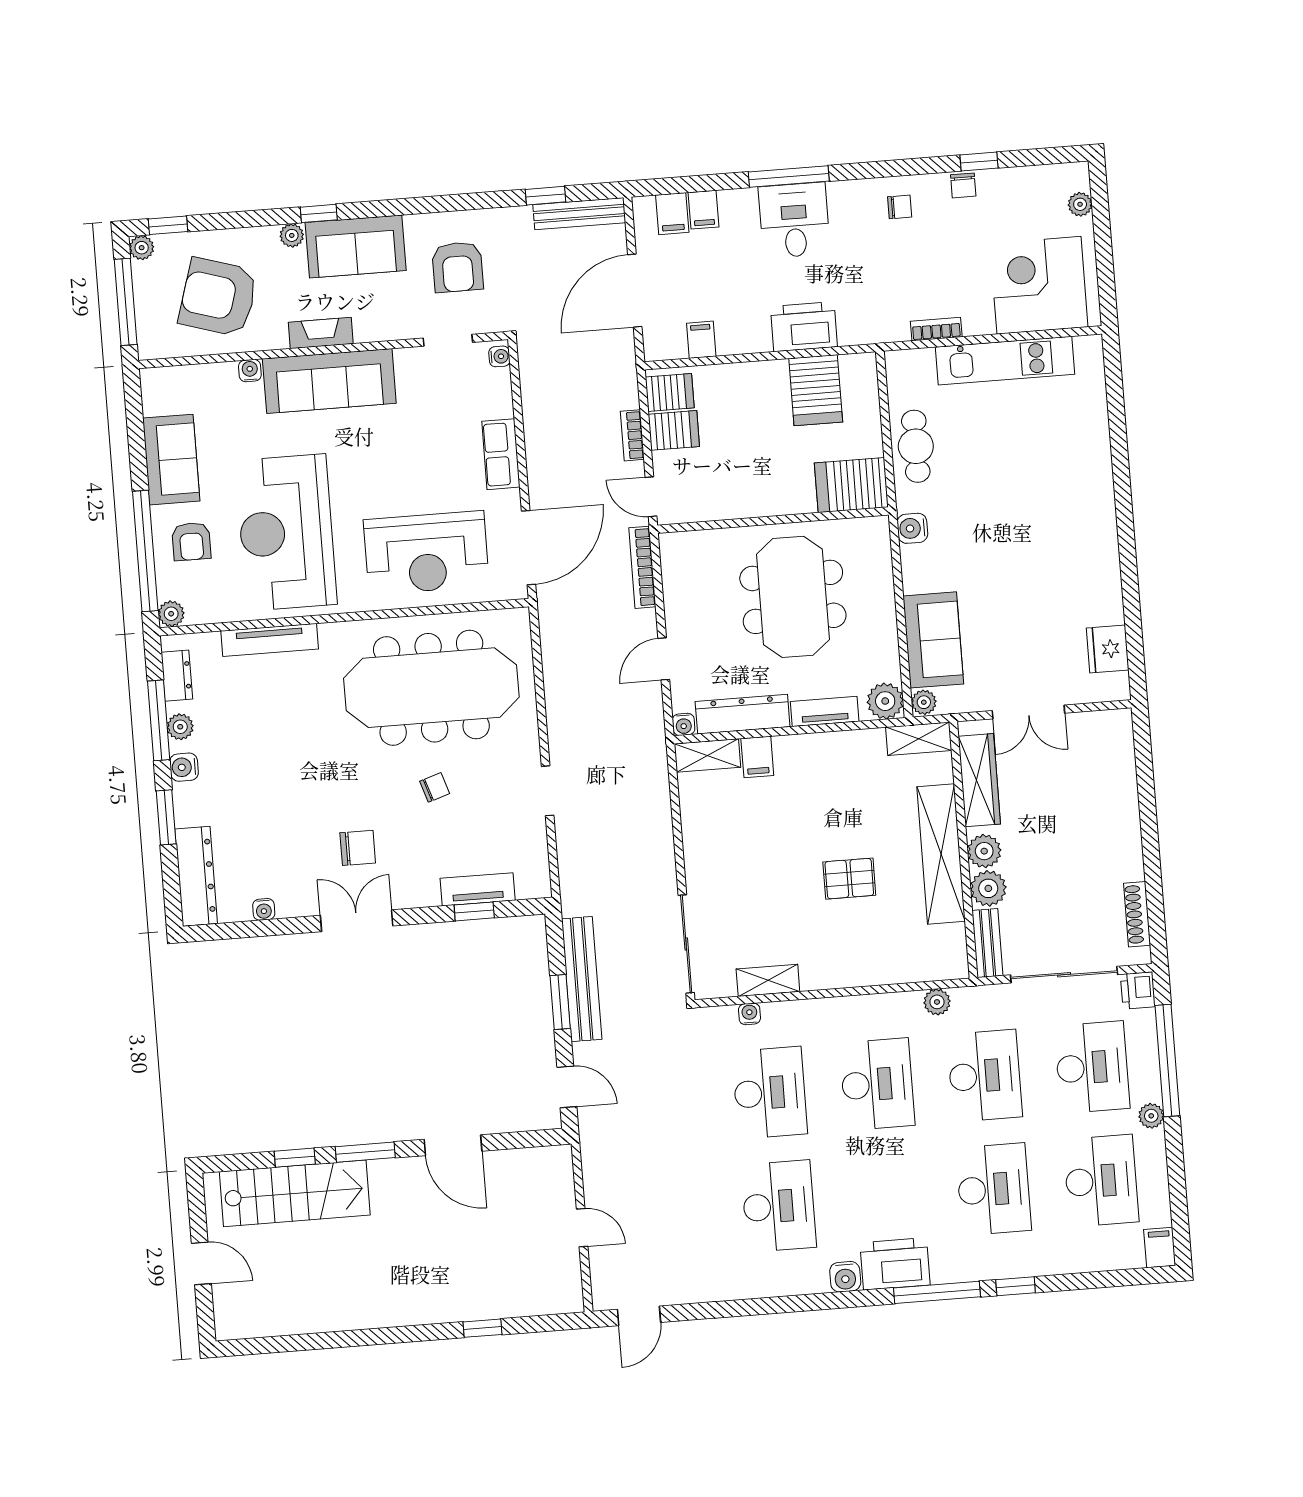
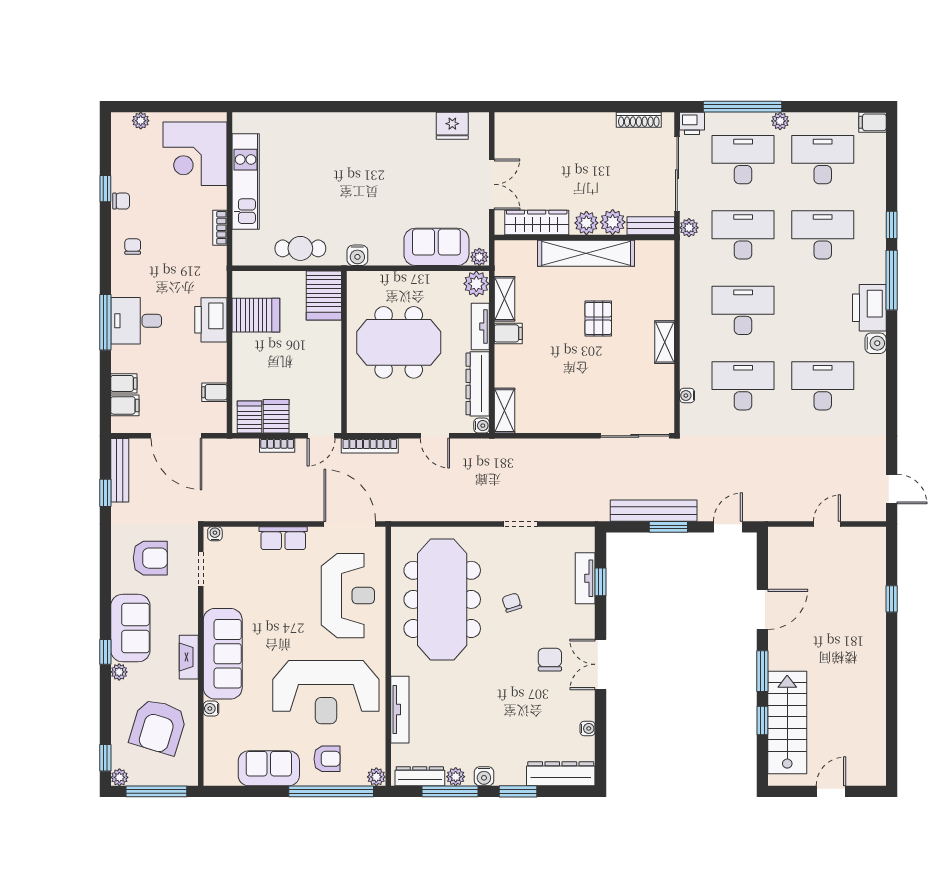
dresser: (177, 676) -> (420, 776), width x1.44
shelving: (919, 739) -> (505, 299), moved
filing cabinet: (757, 757) -> (508, 333), moved
shelving: (768, 980) -> (665, 342), moved
plant: (937, 1002) -> (689, 228), moved

